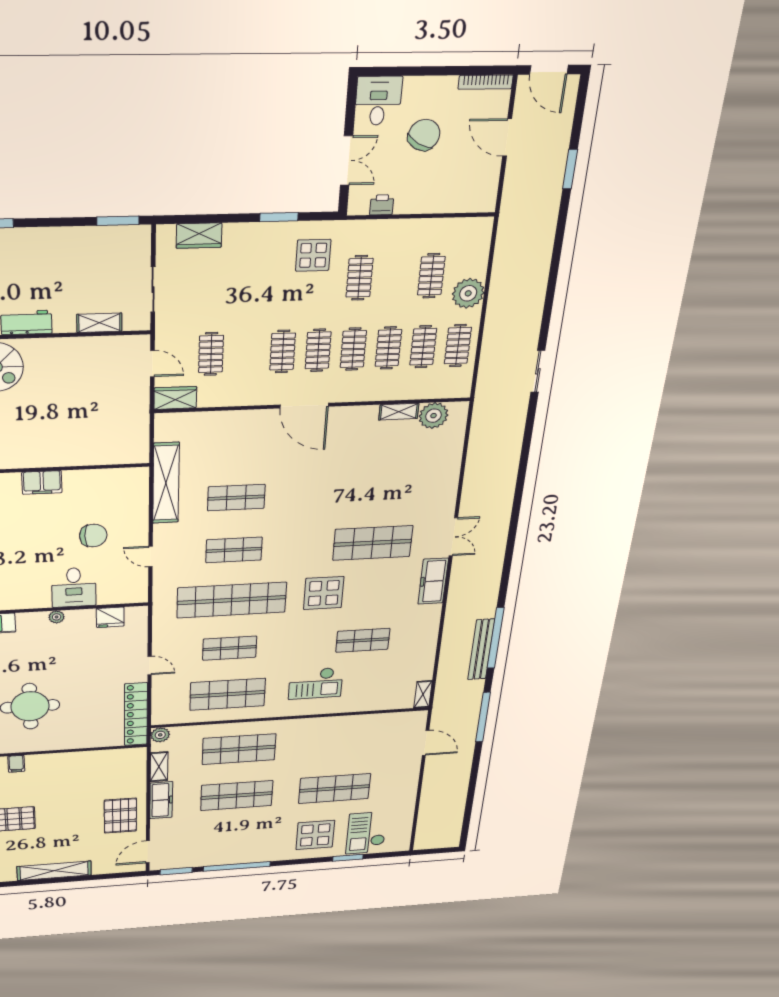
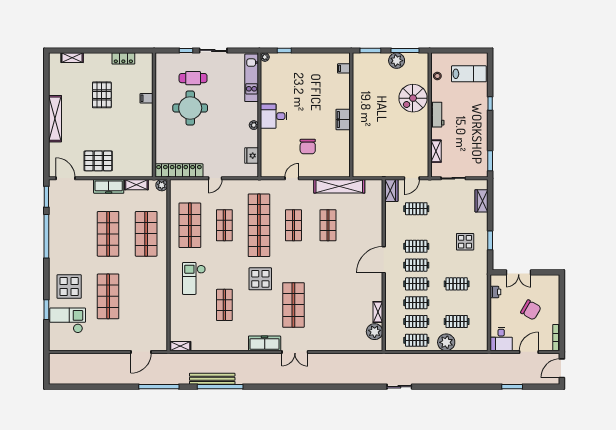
desk: (378, 101) -> (501, 339), moved, turned 90
display table: (313, 255) -> (465, 242), moved
desk: (74, 587) -> (274, 116), moved

